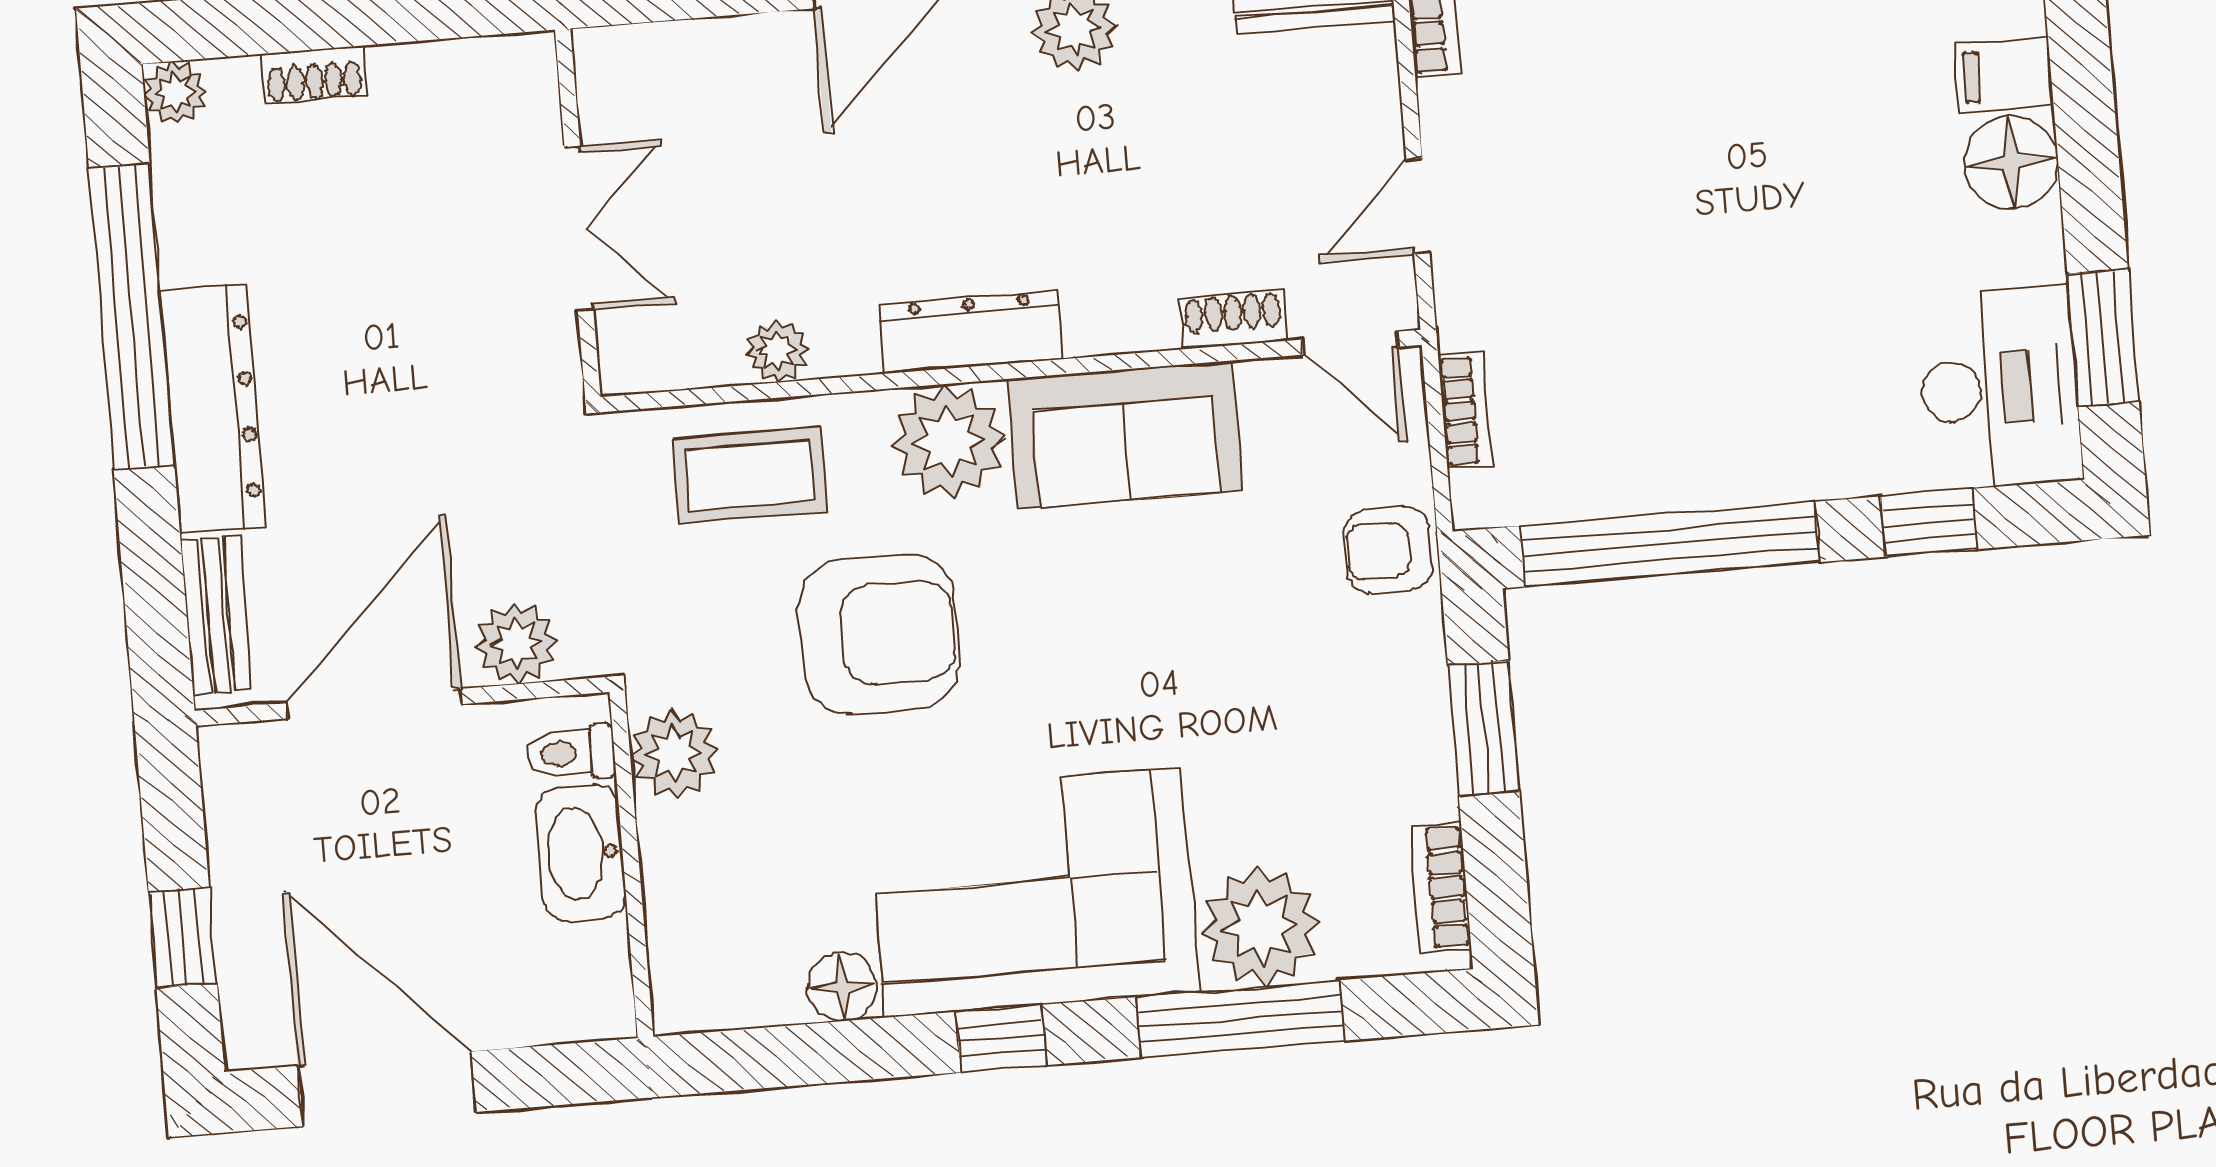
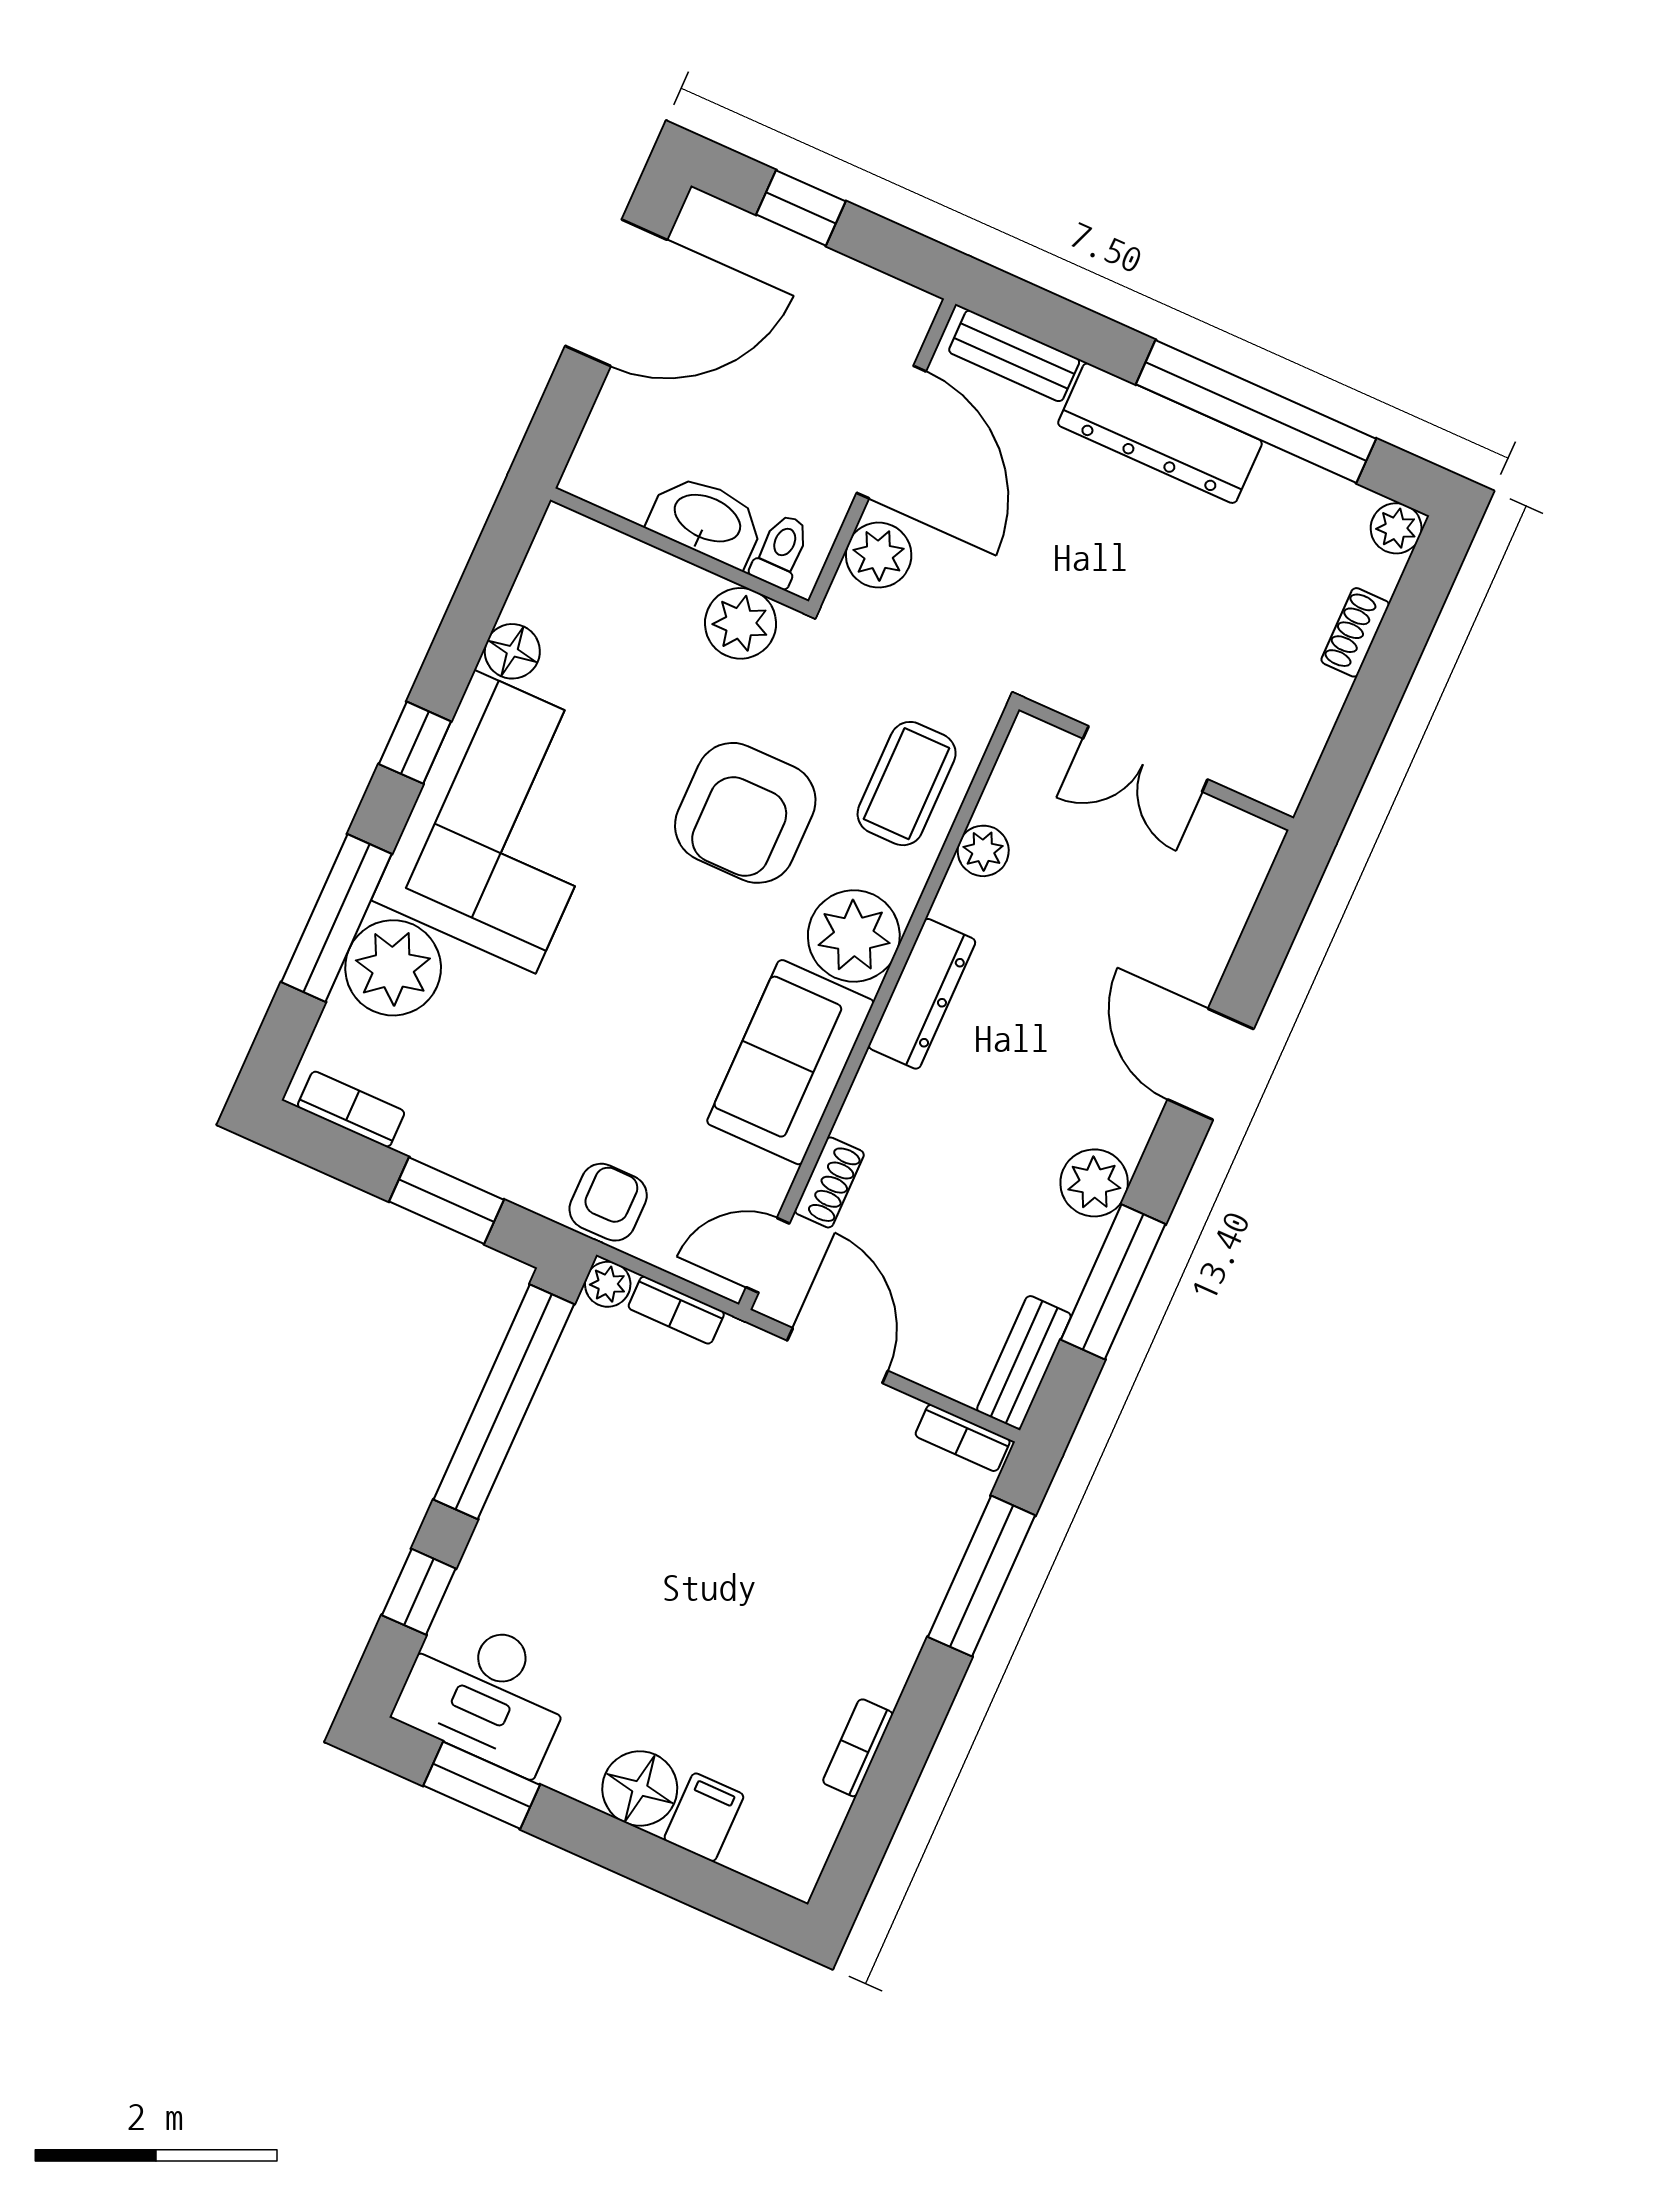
door: (1418, 206) -> (838, 1356), width x1.38
plant: (1478, 501) -> (608, 1284), added

